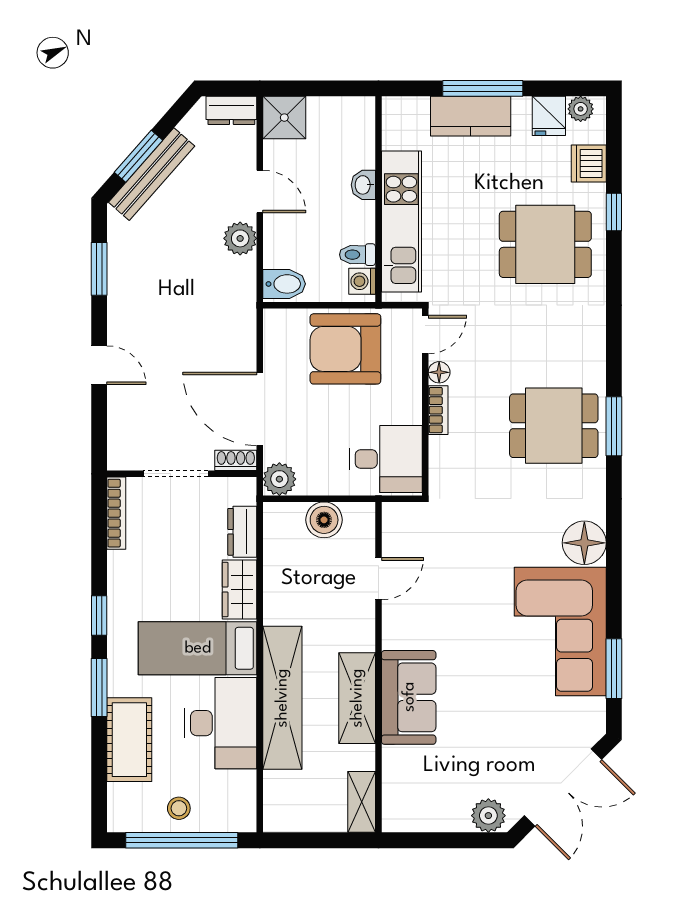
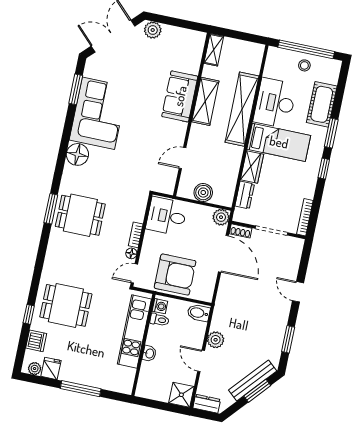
kitchen counter: (471, 116) -> (90, 376), removed

